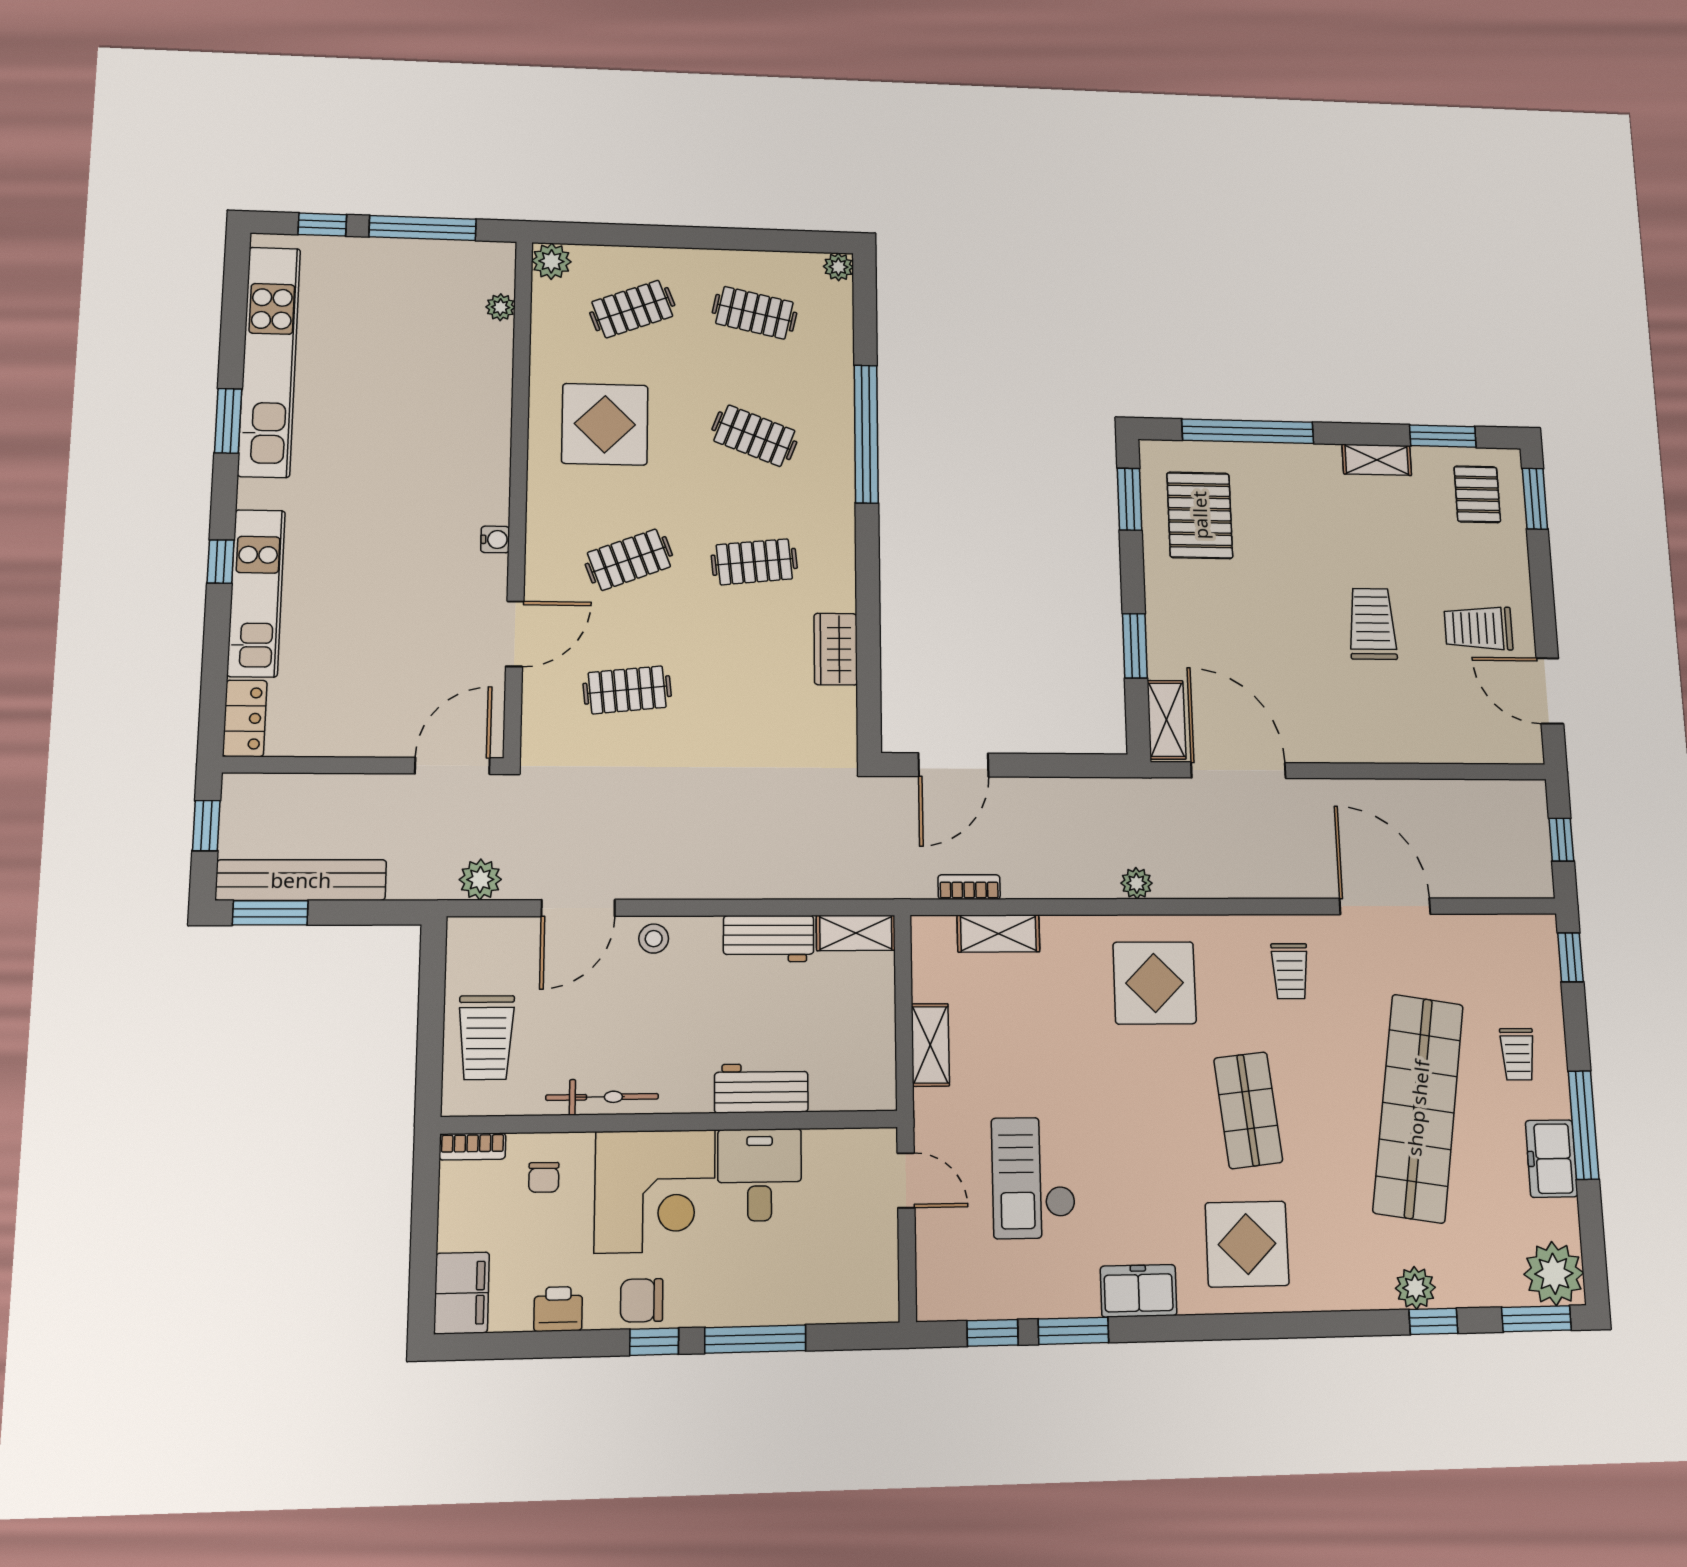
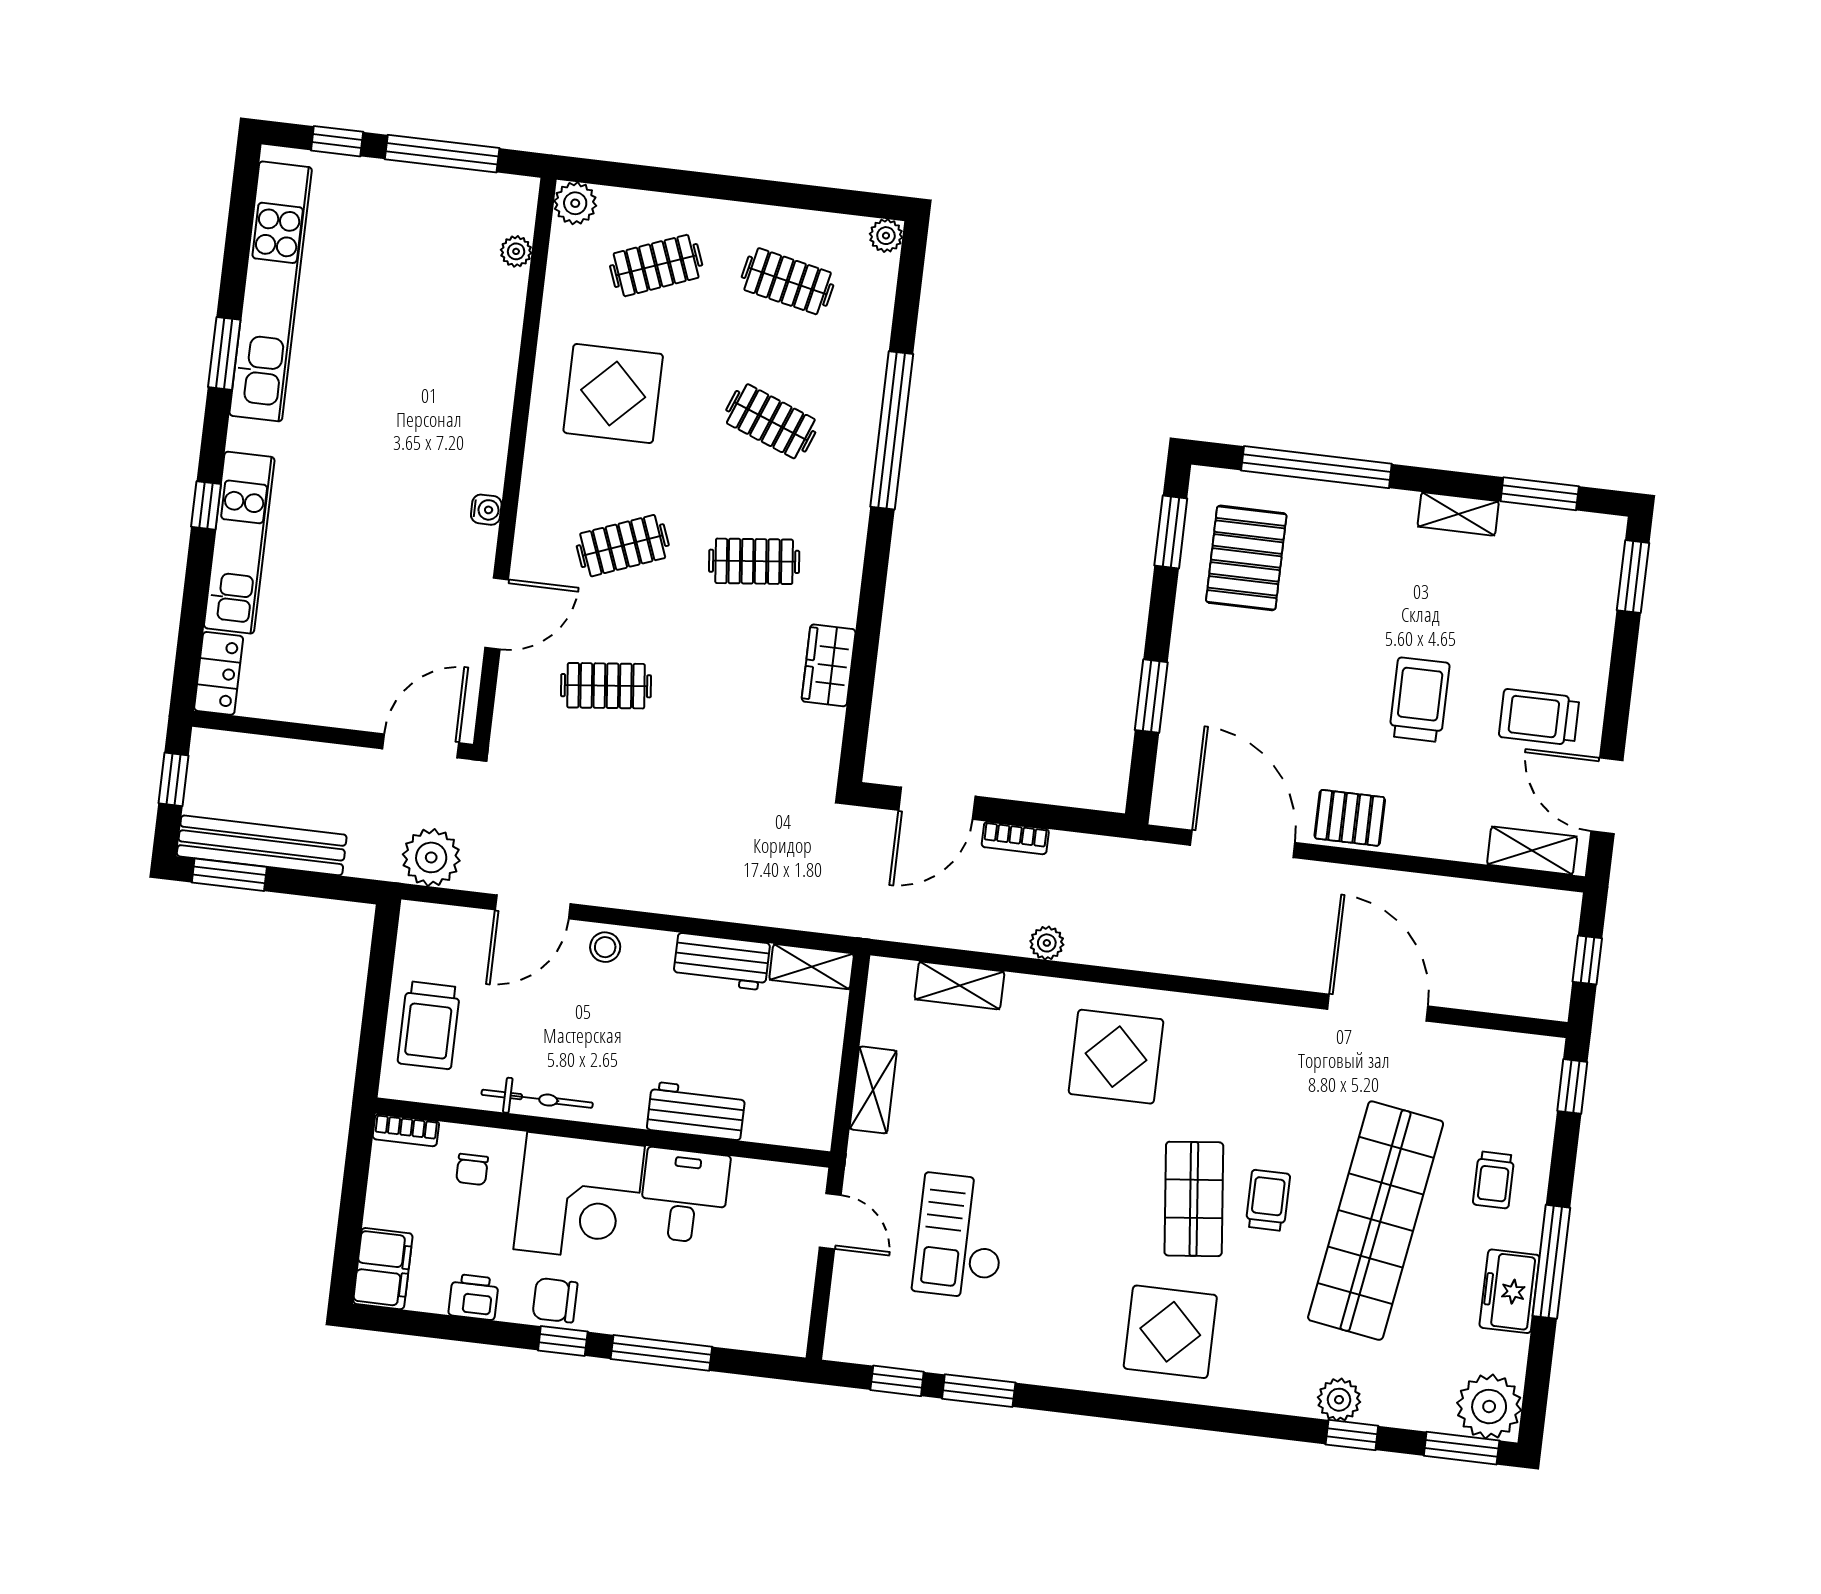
pallet: (1477, 494) -> (1350, 818), moved, turned 90
shelving: (1167, 720) -> (1532, 851), moved, turned 90
plant: (480, 880) -> (431, 857), width x1.36, depth x1.36
plant: (1137, 883) -> (1047, 943), moved
bookcase: (969, 887) -> (1015, 838), moved, turned 180
trolley: (1290, 971) -> (1268, 1200), moved, turned 180
freezer: (1139, 1291) -> (1051, 1362), removed

